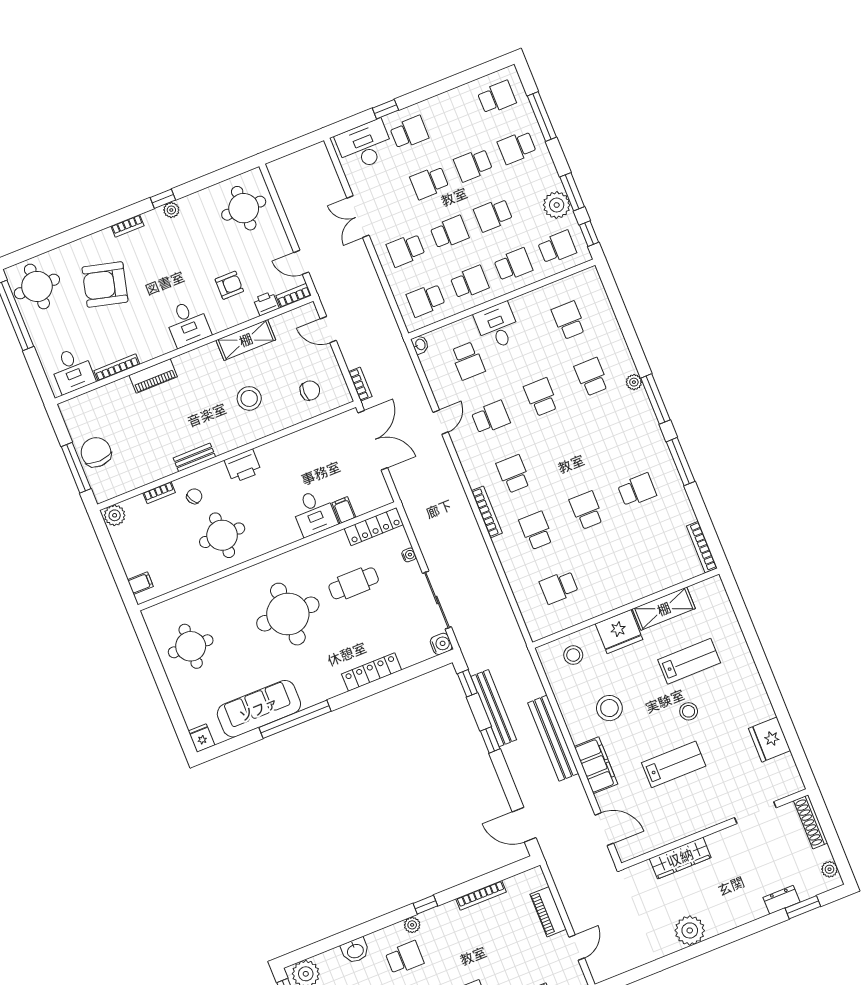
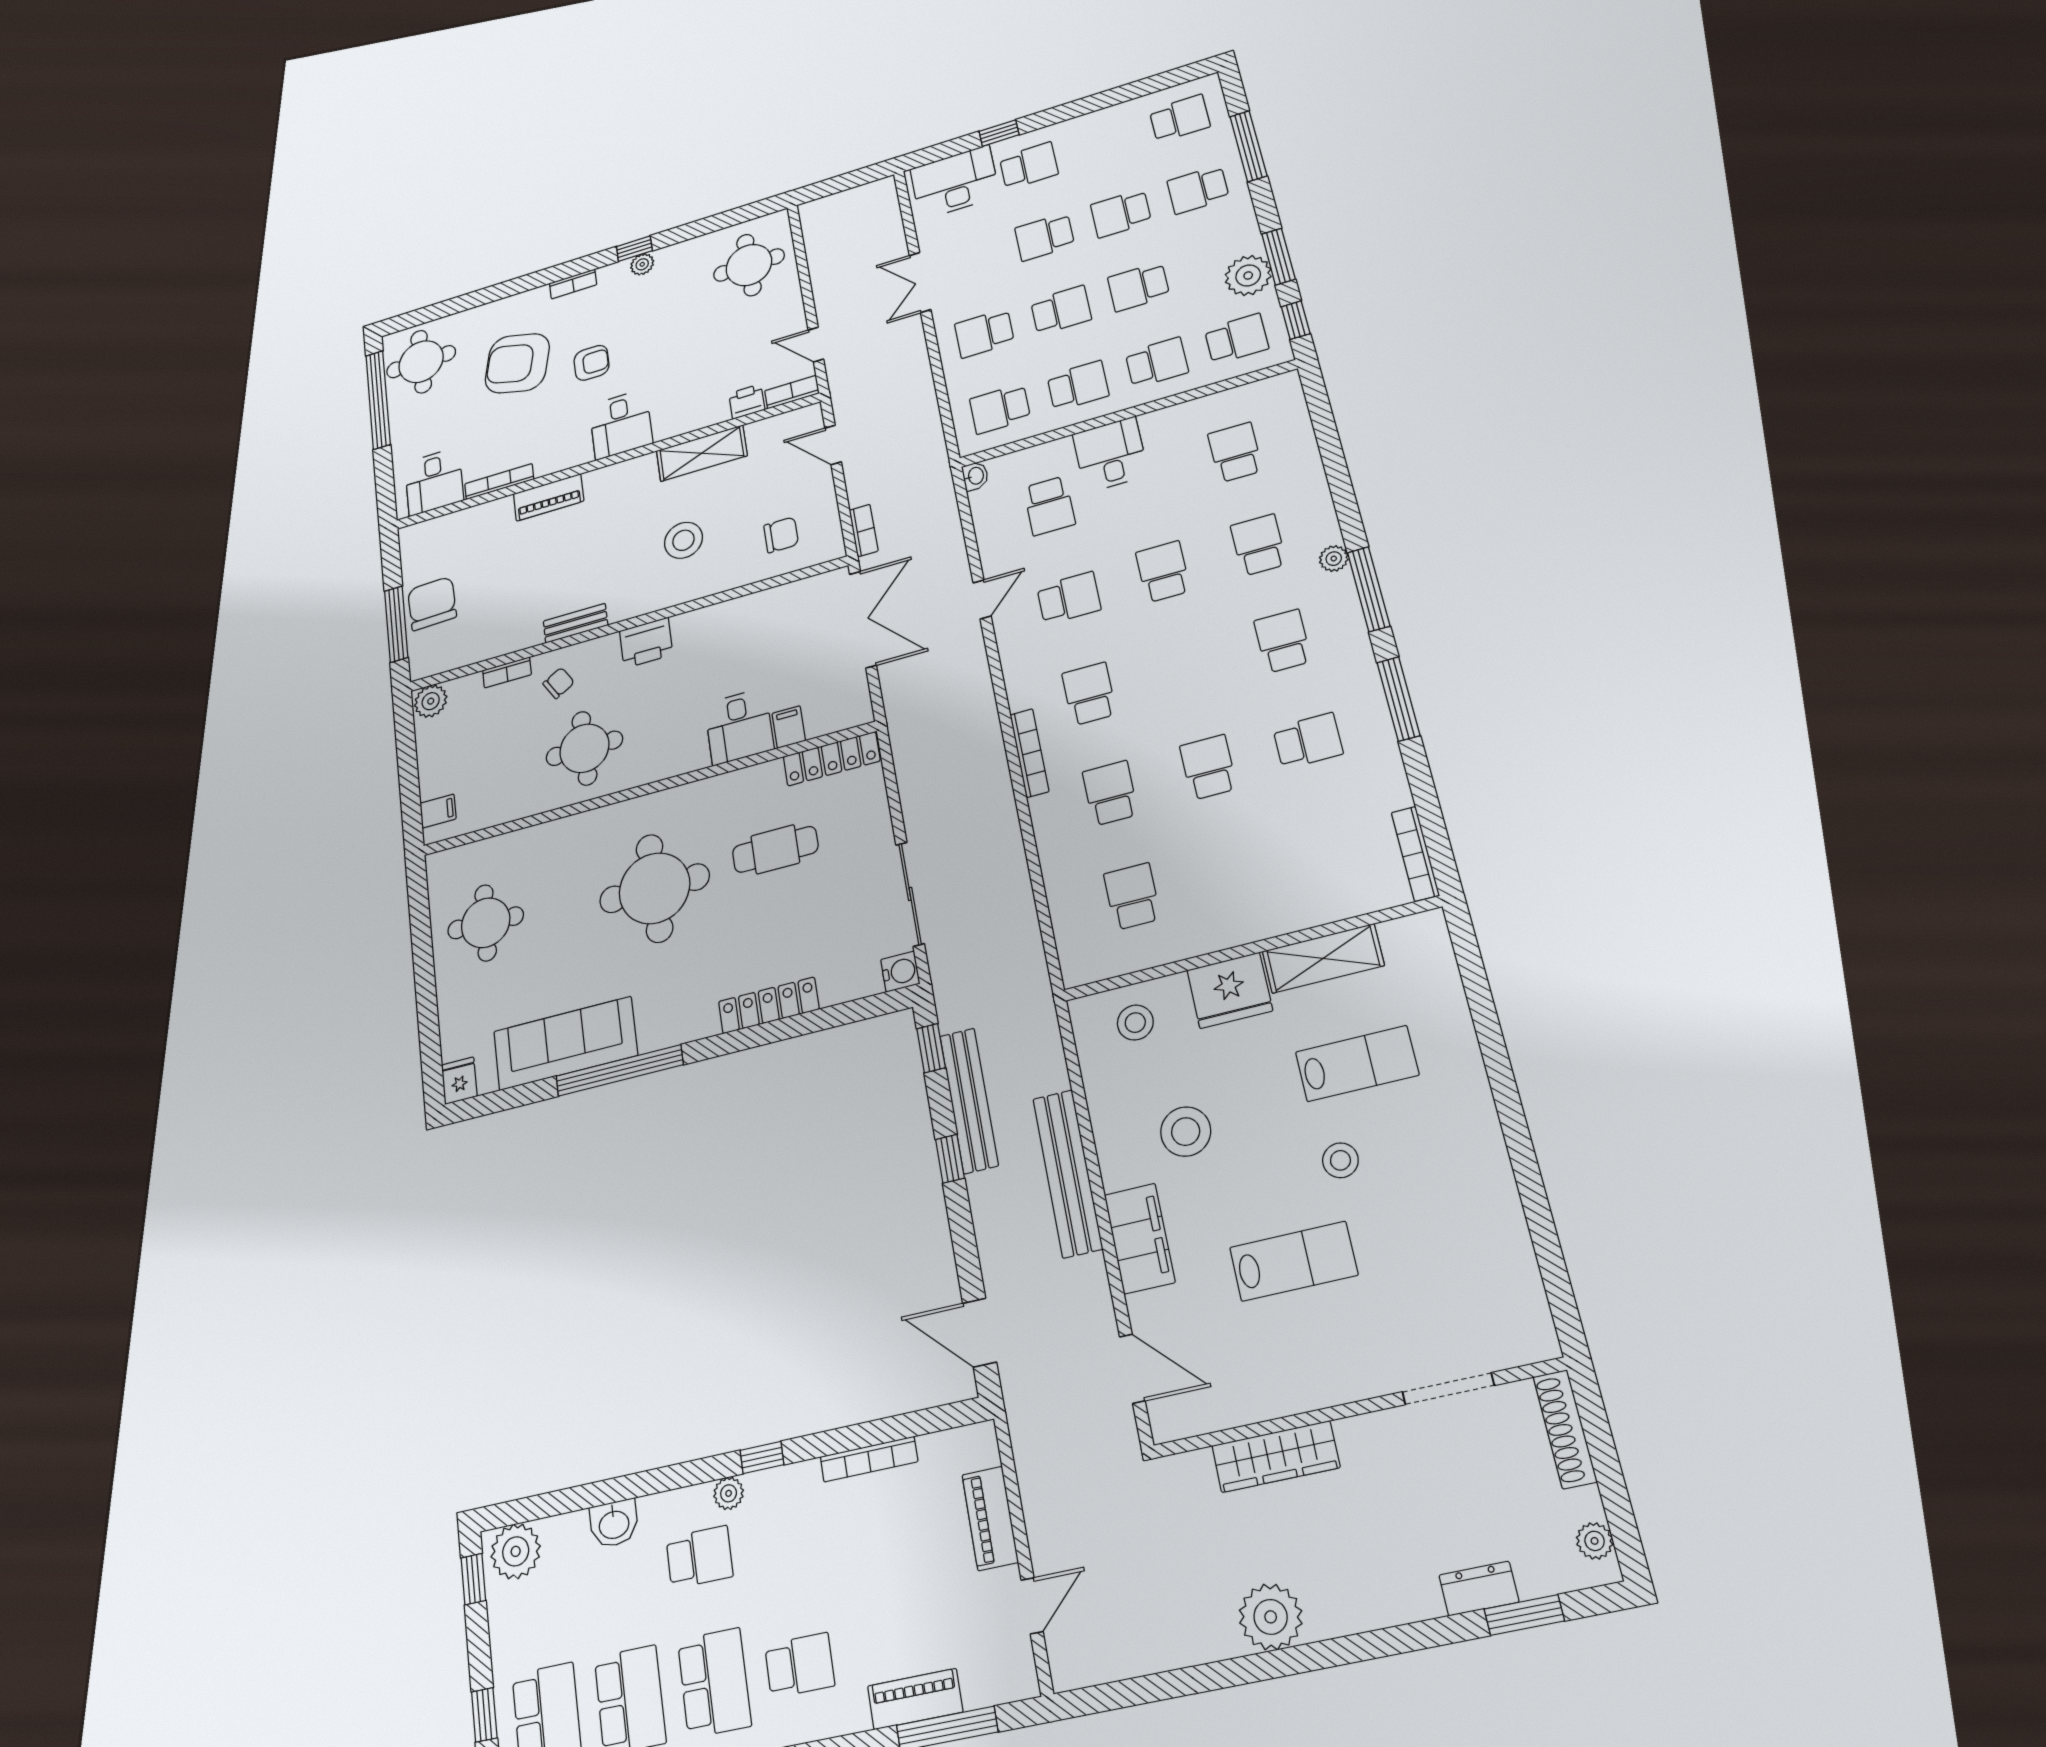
armchair: (229, 285) -> (592, 363), moved
school desk: (614, 433) -> (1283, 641), added
water cooler: (409, 555) -> (880, 812), removed
school desk: (559, 587) -> (1132, 896), turned 90
fridge: (769, 740) -> (1499, 1242), removed

